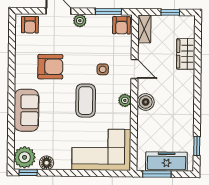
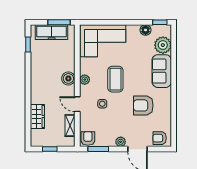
armchair: (30, 25) -> (160, 138), turned -90
shelving: (144, 29) -> (70, 126), moved
plant: (25, 157) -> (163, 45), moved

